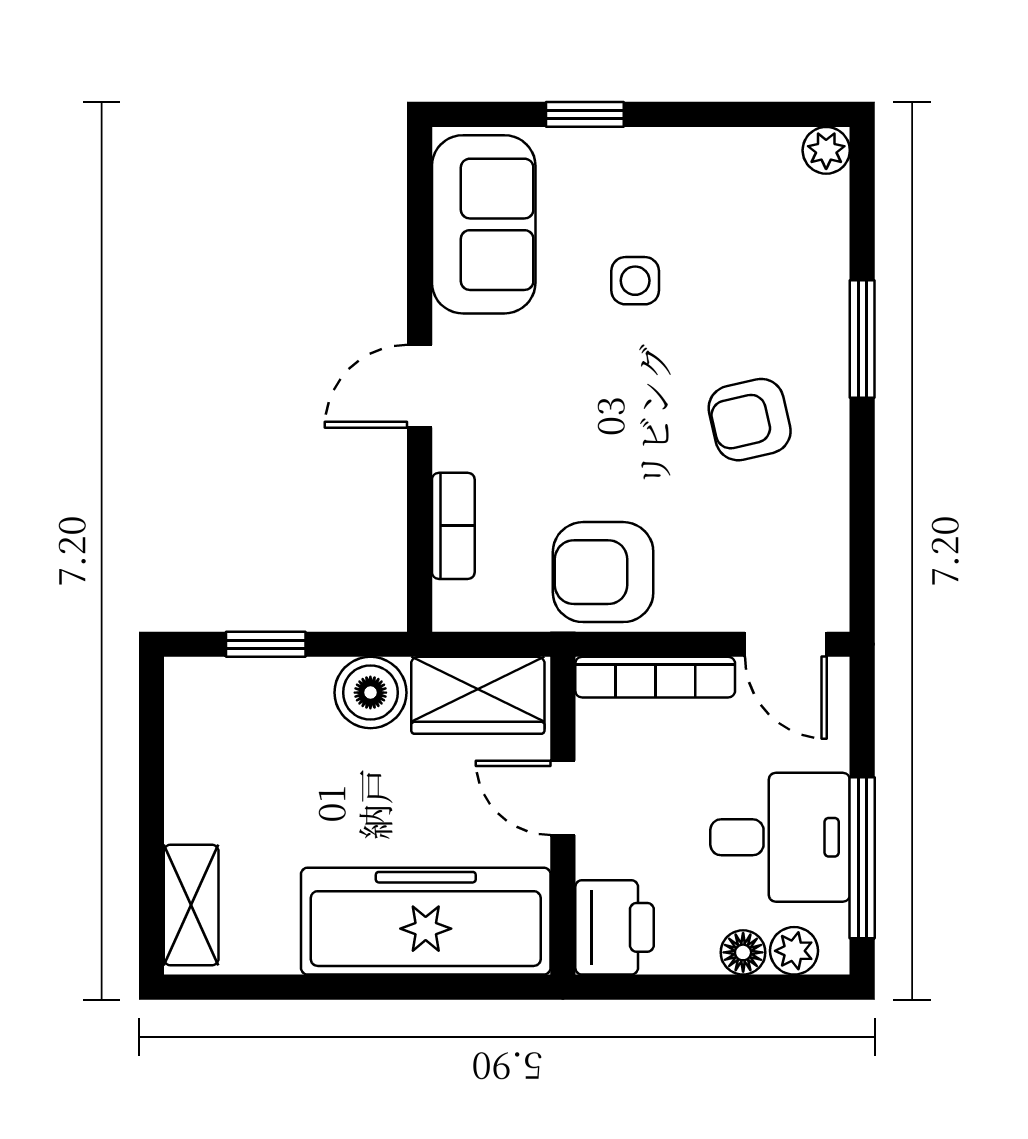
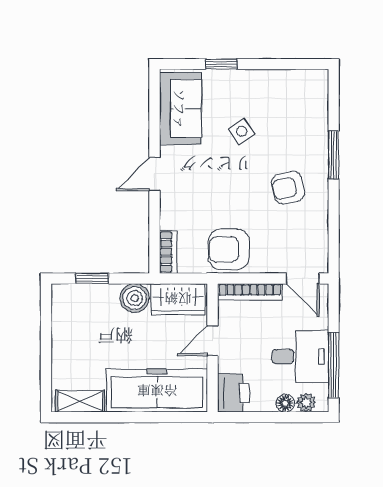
plant: (826, 150) -> (319, 79), removed
side table: (635, 281) -> (242, 131), turned -35
bookcase: (453, 526) -> (168, 252), moved
door: (563, 798) -> (212, 341), hinge flipped
shelving: (191, 905) -> (80, 401), moved, turned 90

